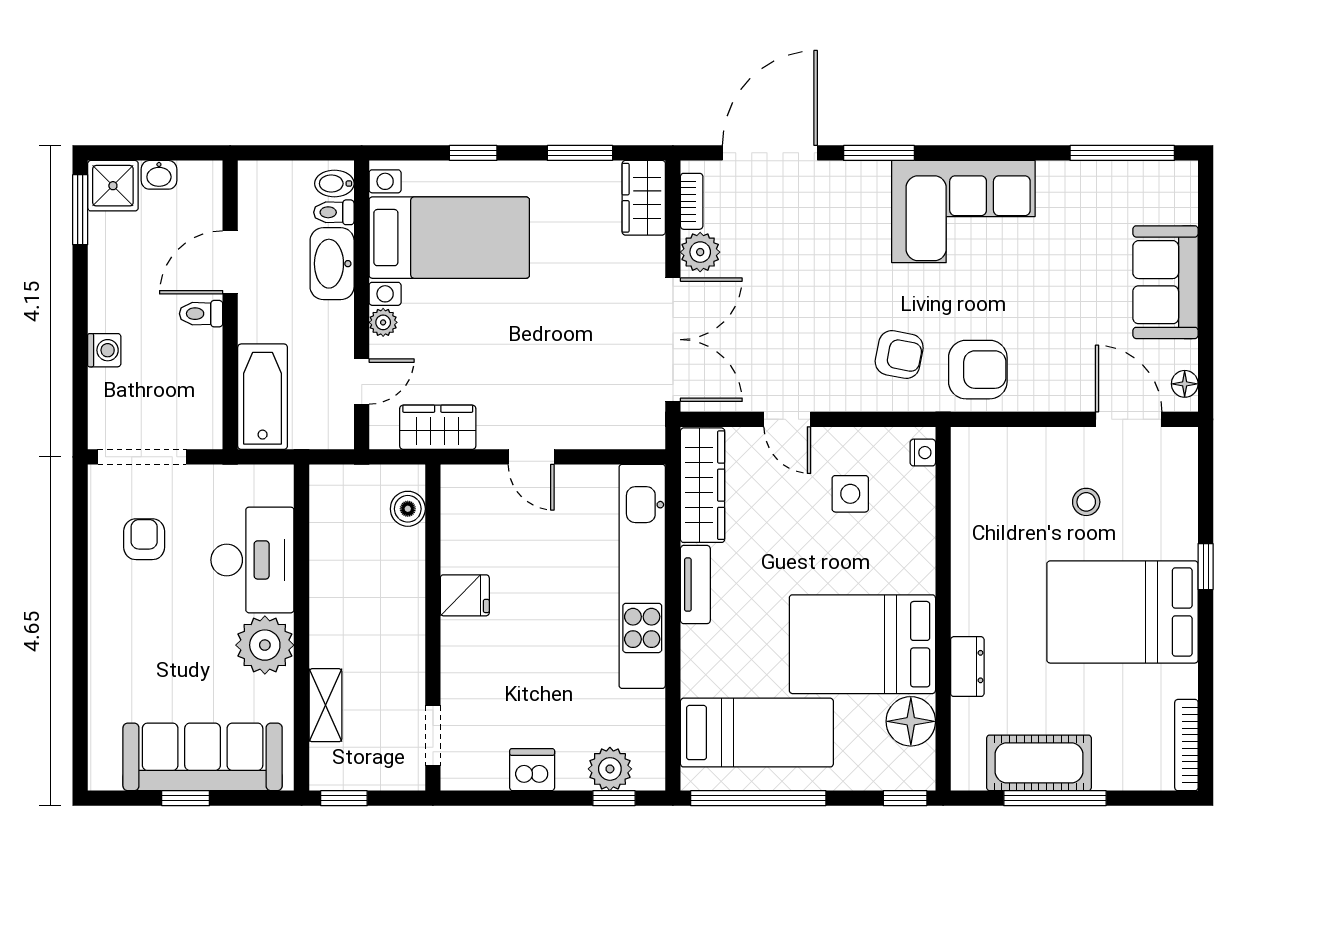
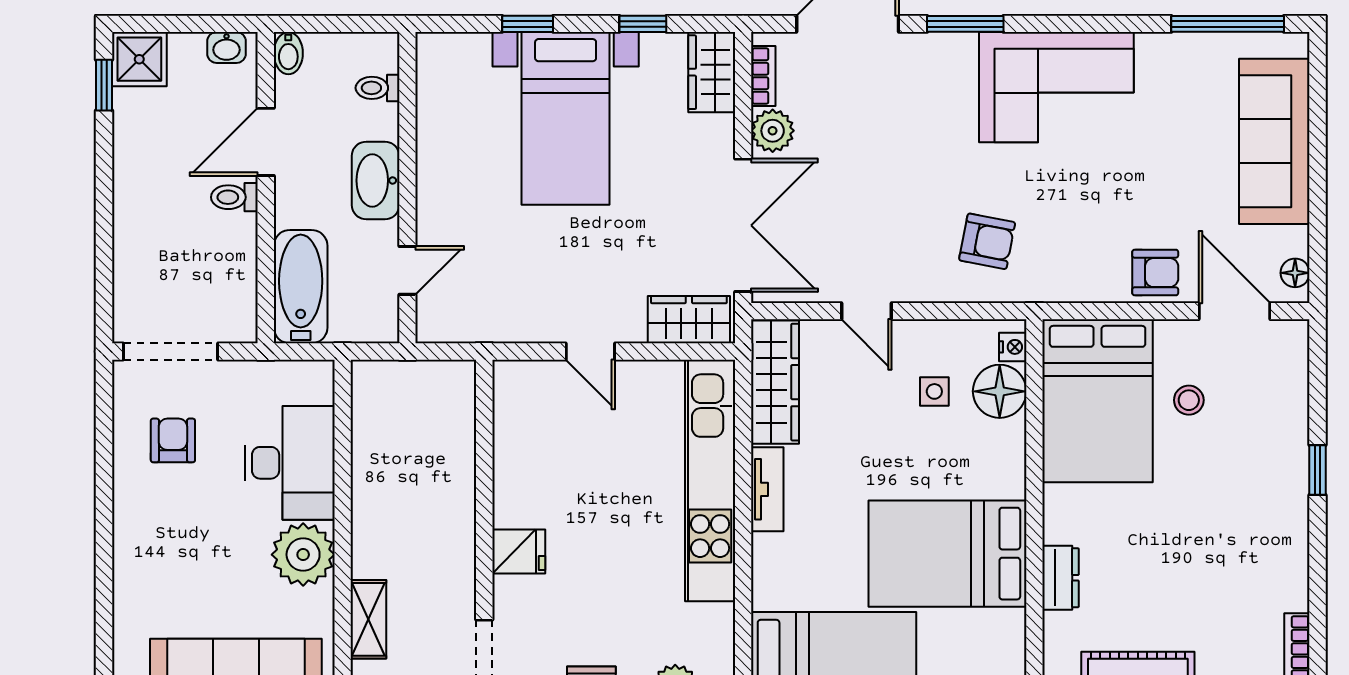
window: (580, 153) -> (643, 24), width x0.67
washbasin: (159, 175) -> (227, 47), moved
bidet: (334, 184) -> (288, 53), moved, turned -90
window: (80, 210) -> (104, 85), width x0.67
bed with nightstands: (449, 238) -> (566, 118), moved, turned 90
washbasin: (332, 264) -> (376, 180), moved
sofa: (1166, 282) -> (1274, 141), width x1.36
plant: (383, 322) -> (431, 207), removed
washing machine: (104, 350) -> (130, 237), removed
armchair: (978, 370) -> (1155, 273), moved, width x0.72, depth x0.72
wardrobe: (438, 427) -> (689, 320), moved
side table: (850, 494) -> (934, 391), width x0.73, depth x0.73
boiler: (408, 509) -> (457, 408), removed
fridge: (465, 595) -> (519, 551), moved
bed: (1122, 612) -> (1098, 401), moved, turned -90
floor lamp: (911, 721) -> (1000, 391), moved

